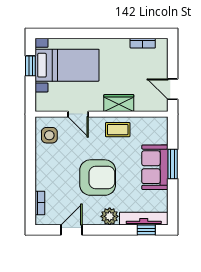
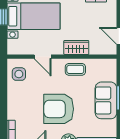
armchair: (98, 178) -> (59, 109), turned 180

